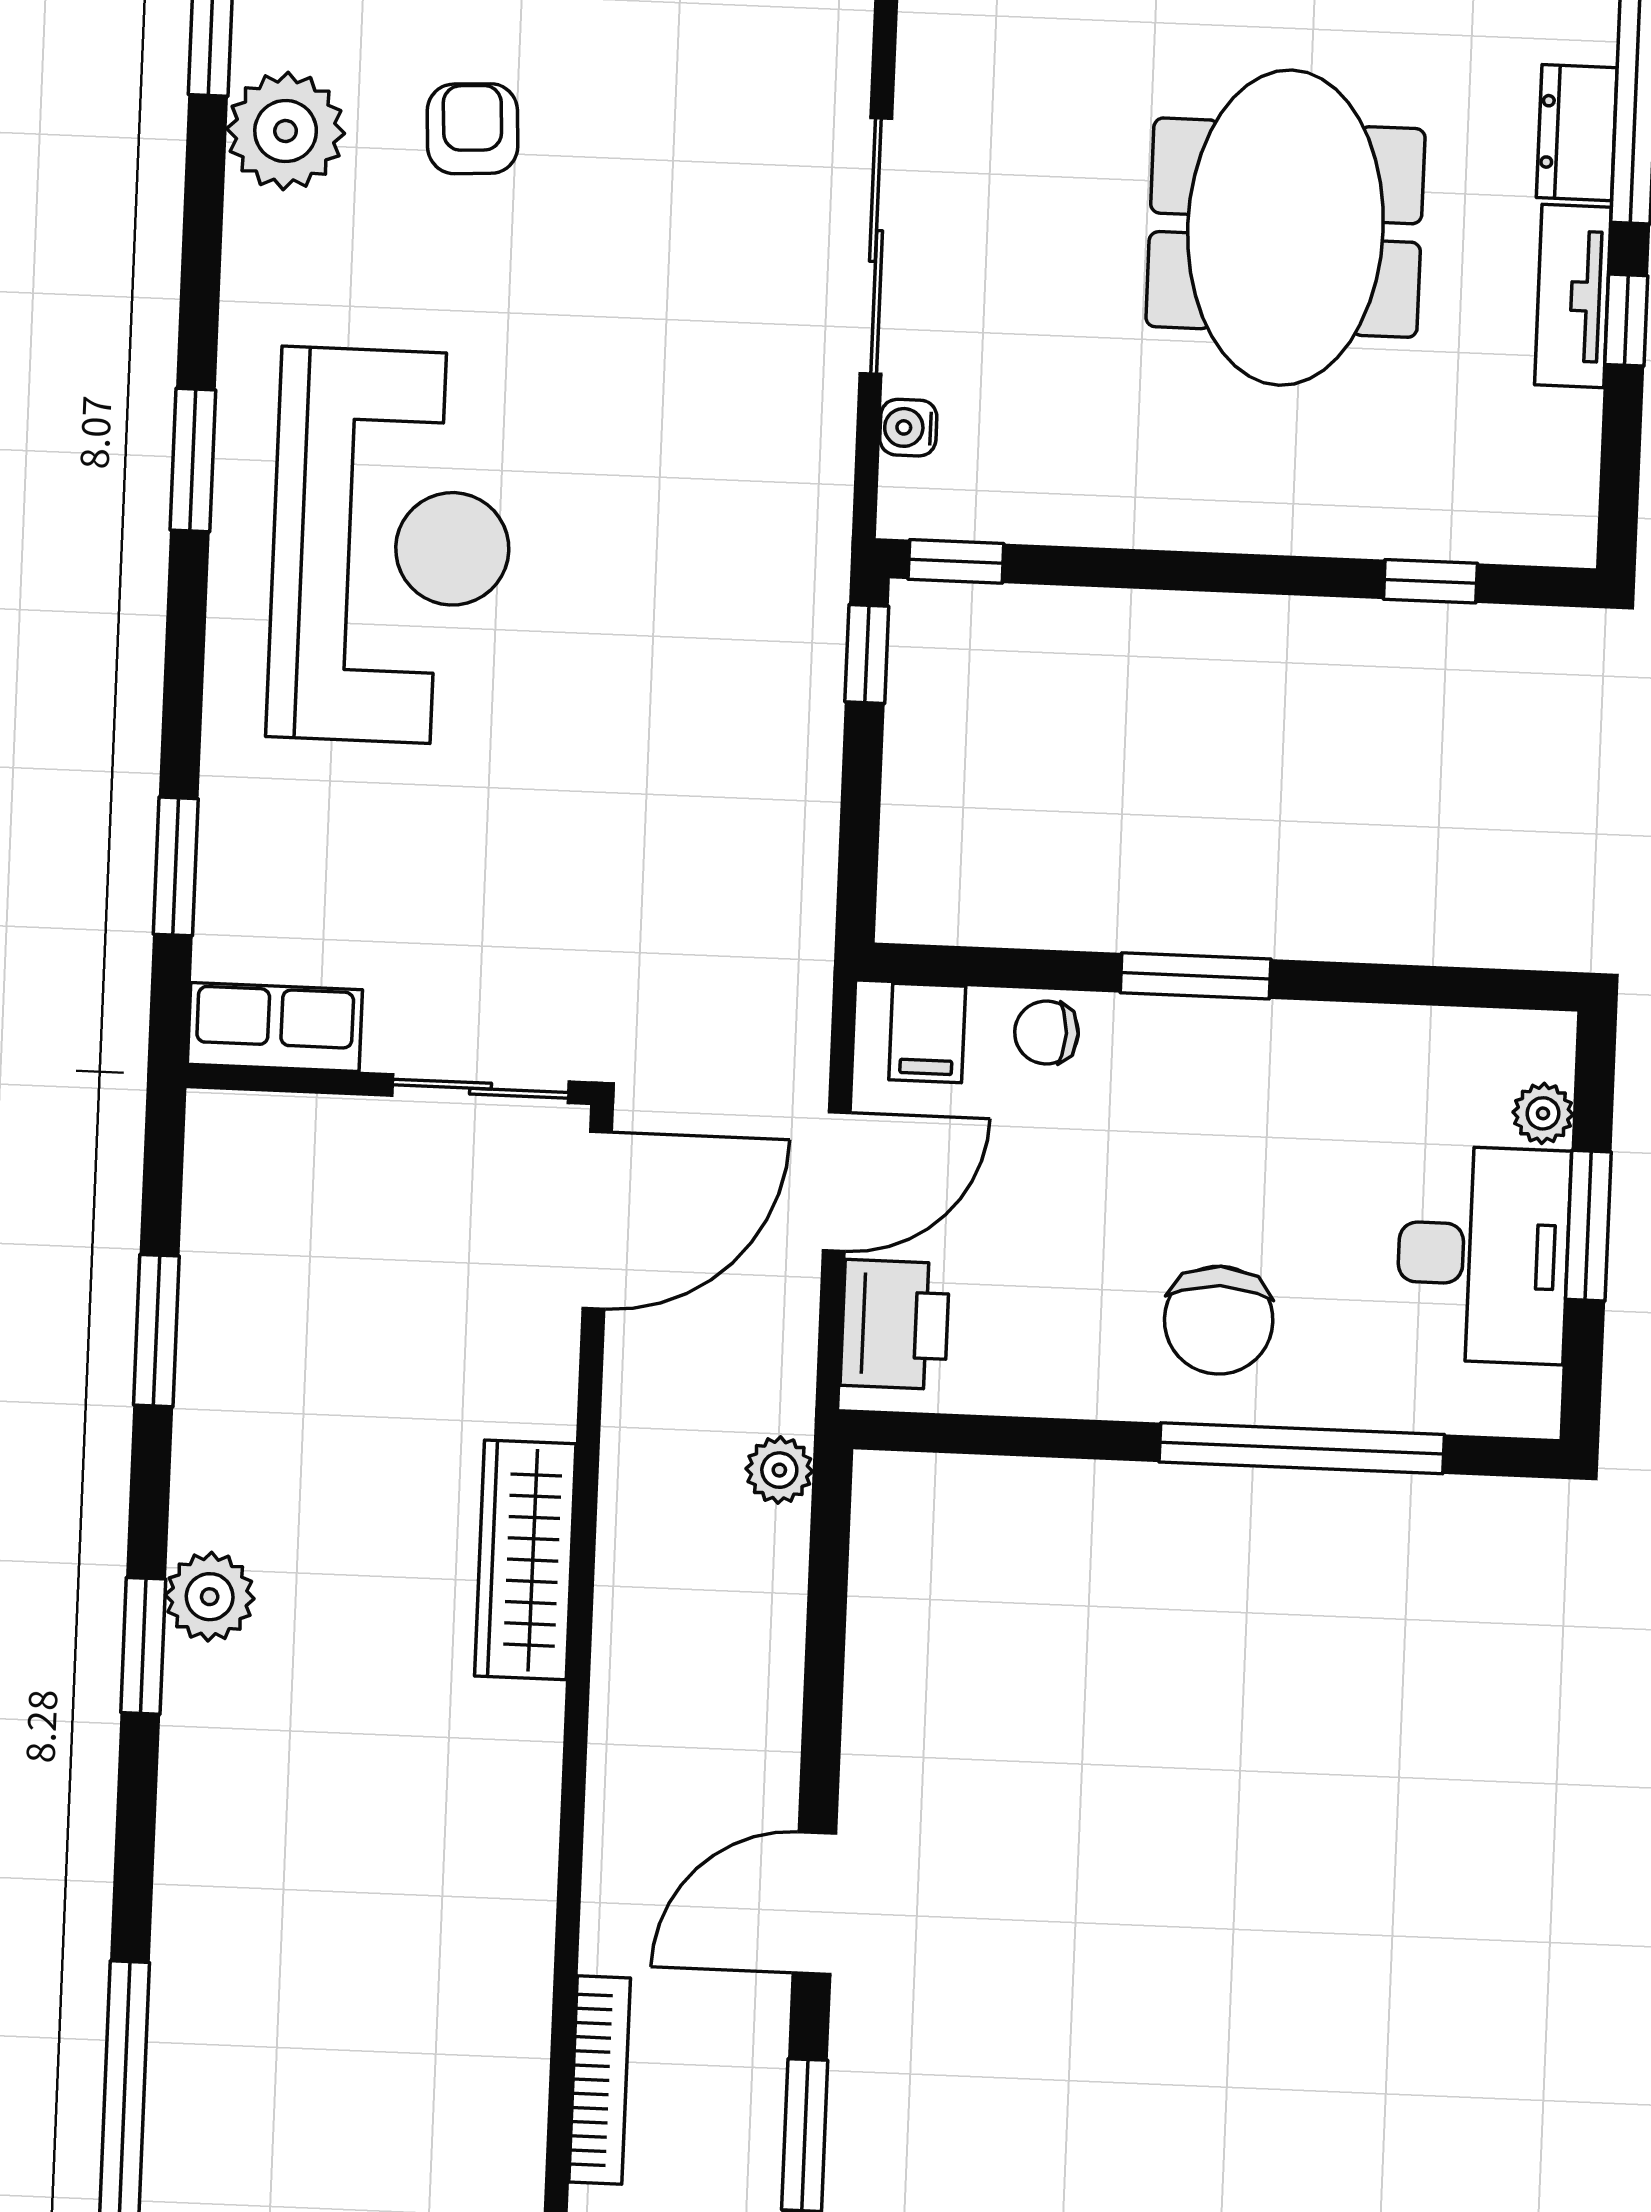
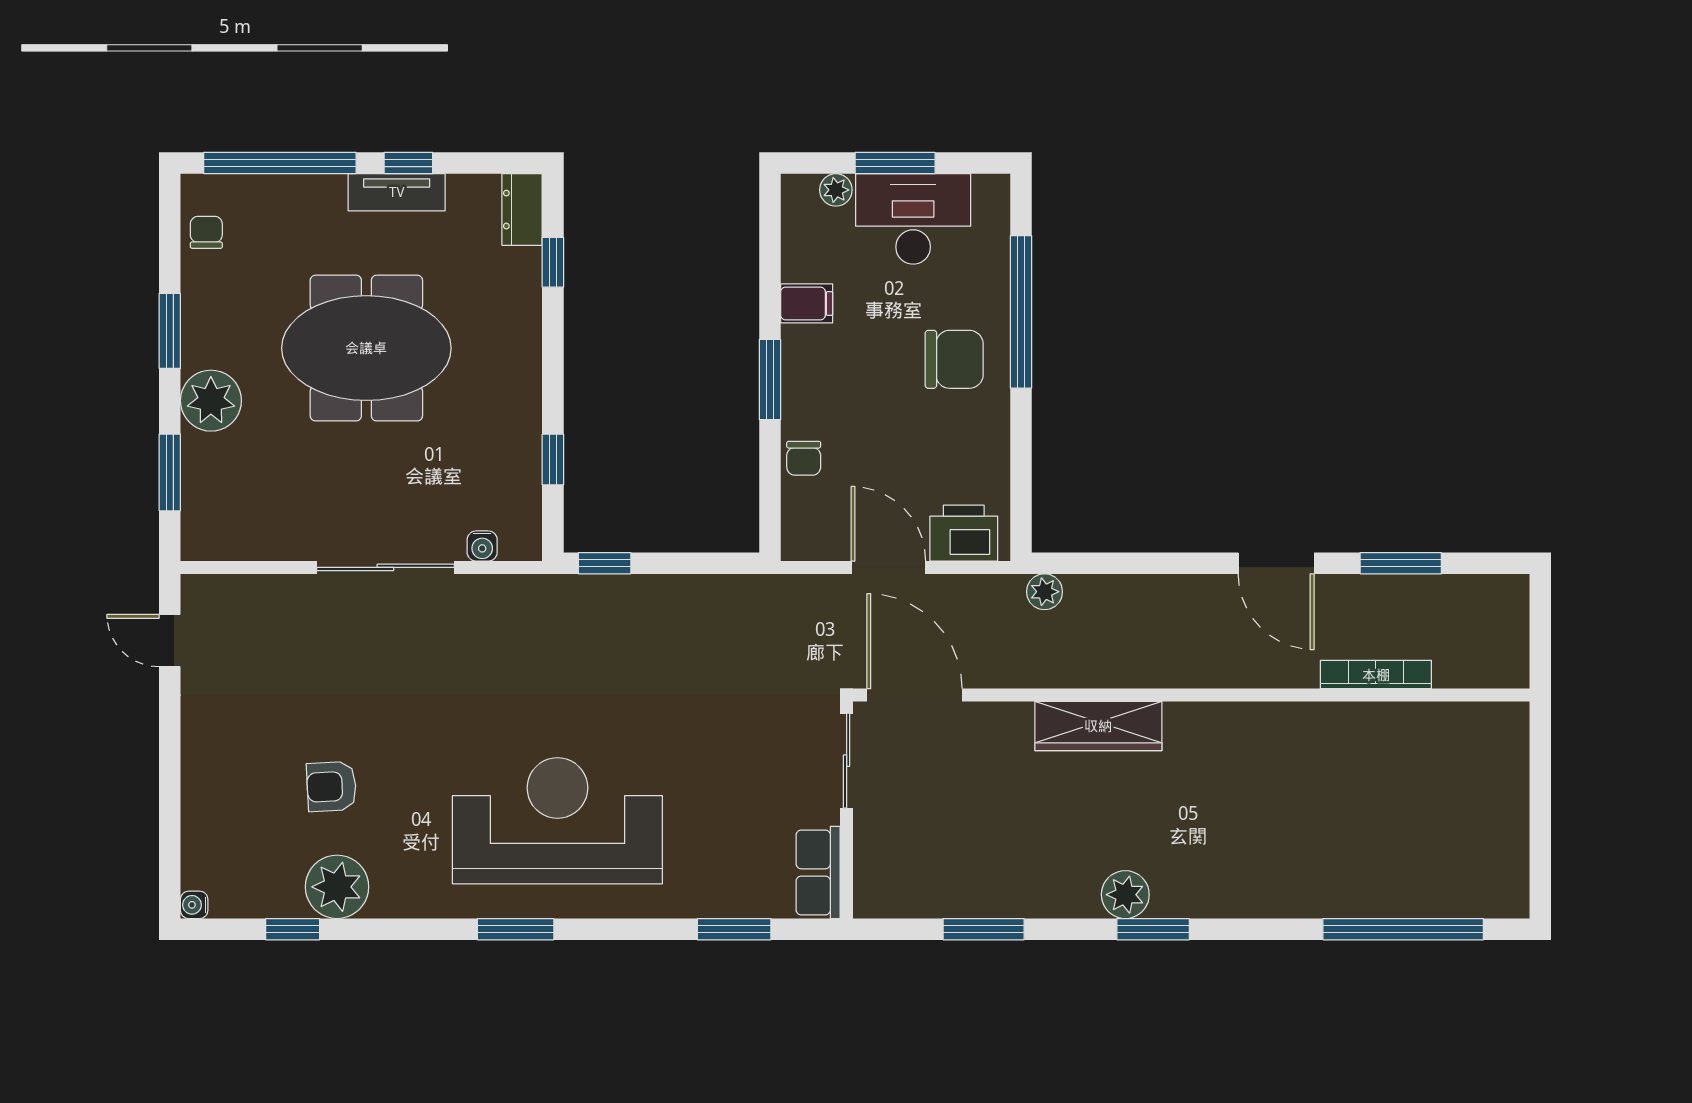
dresser: (1577, 133) -> (522, 210), moved, turned 90
window: (956, 561) -> (553, 460), moved
filing cabinet: (927, 1033) -> (807, 303), moved

